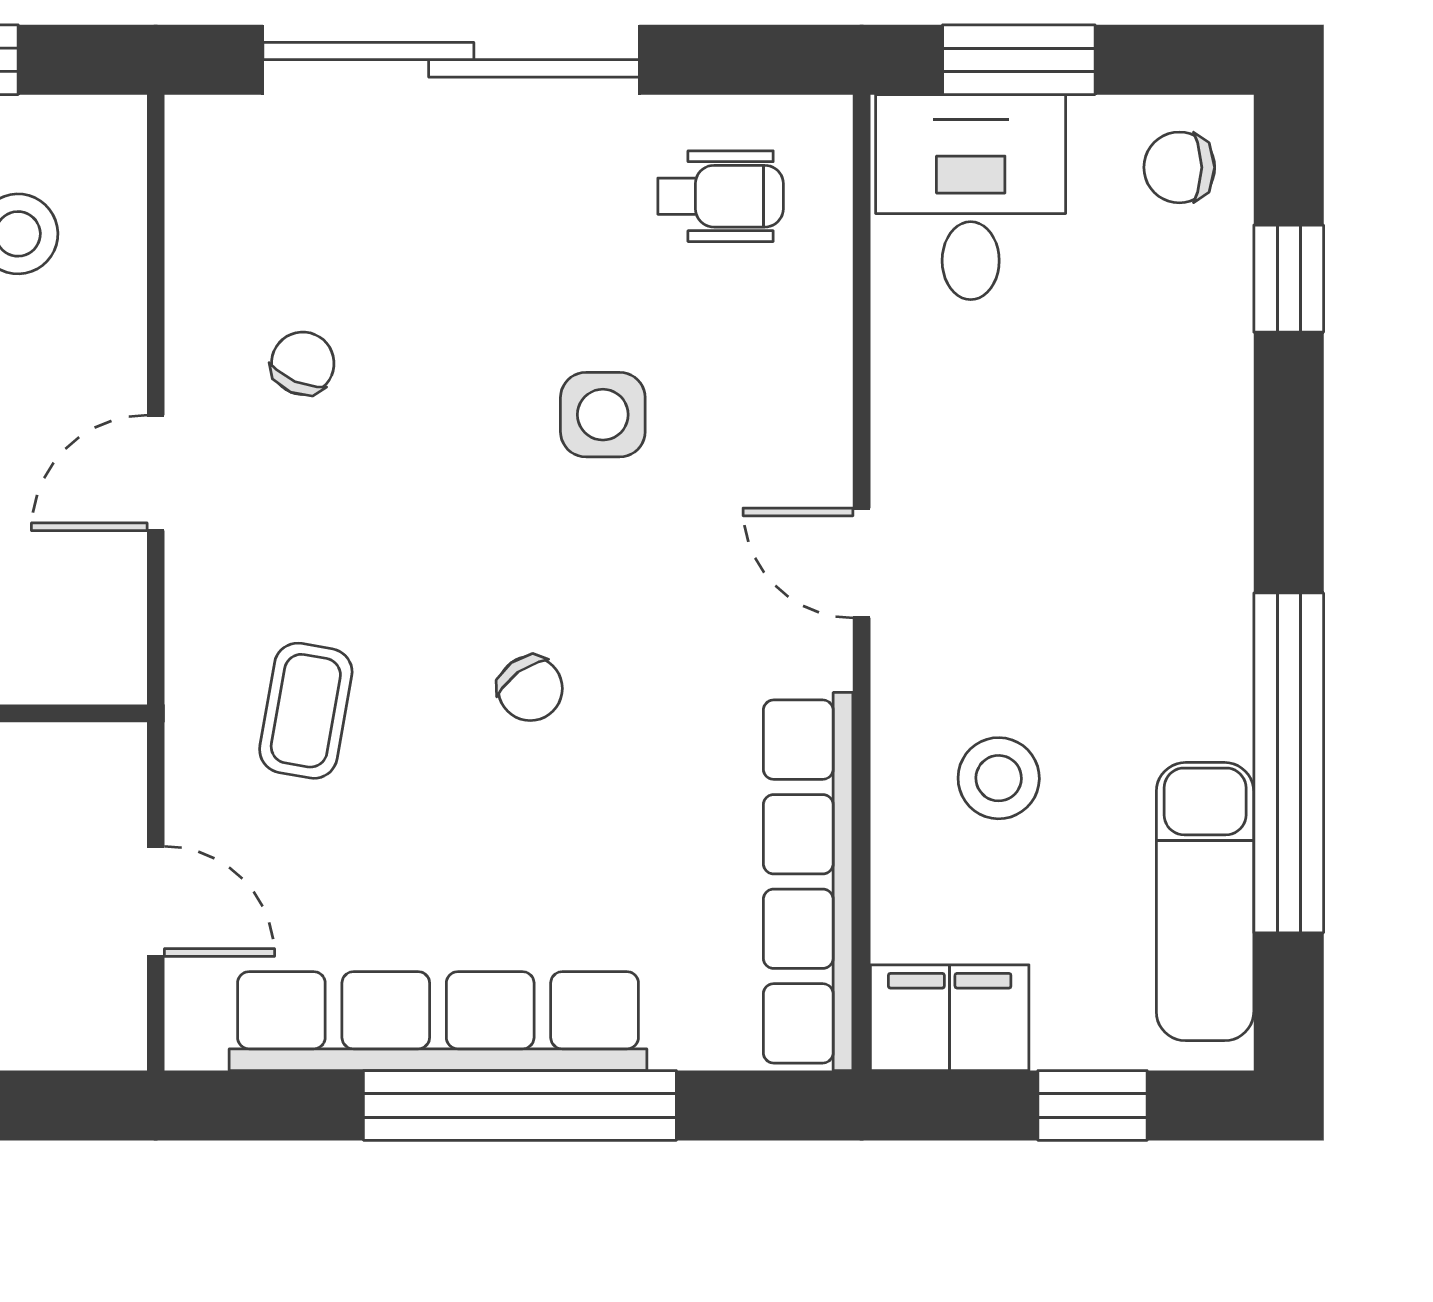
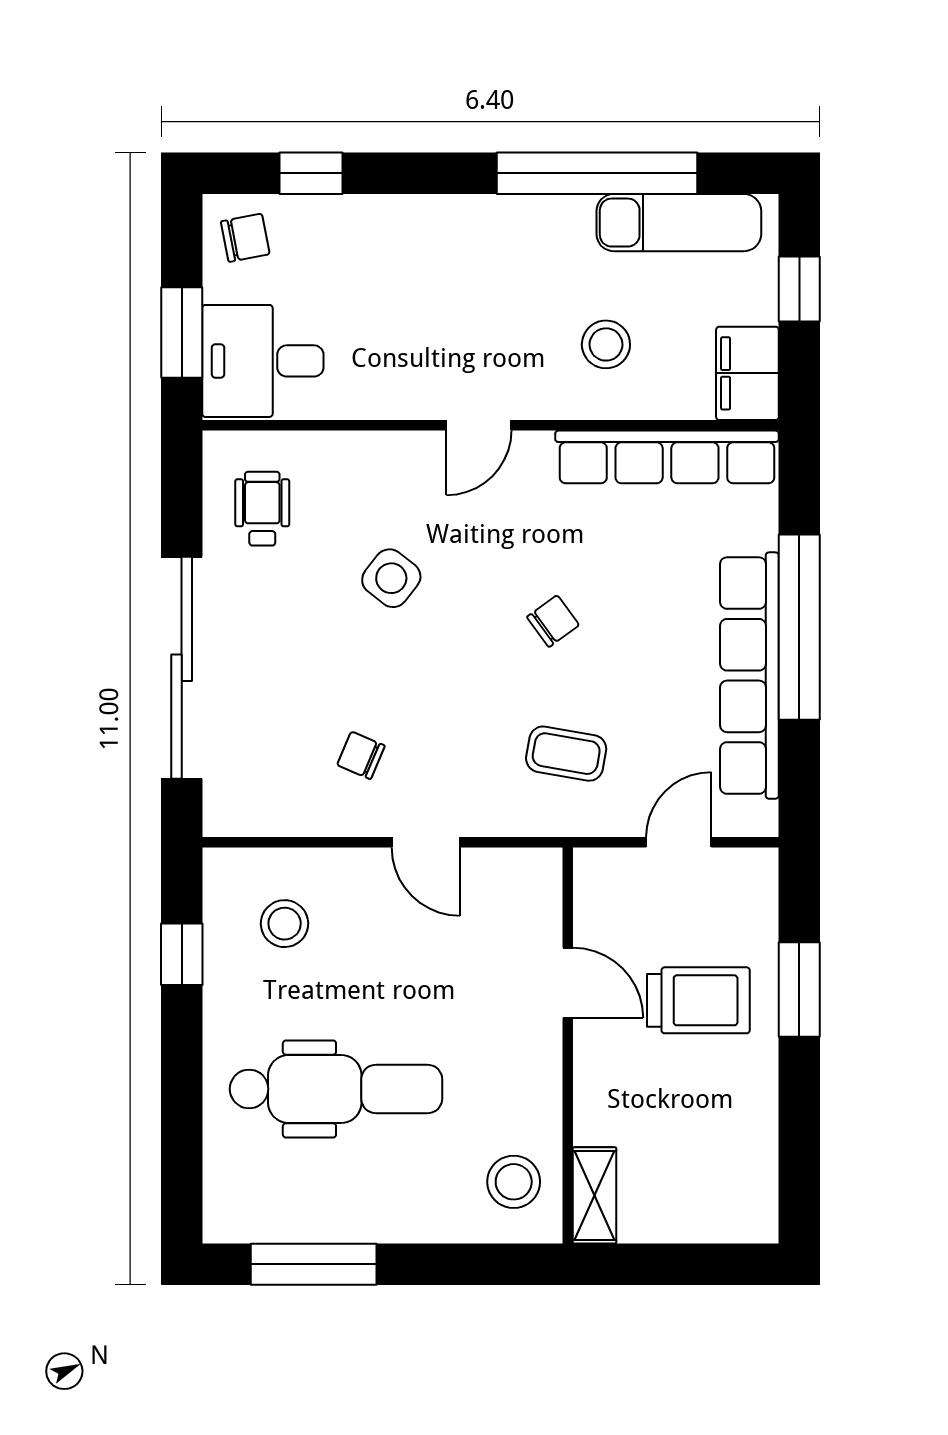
chair: (1179, 167) -> (245, 238), turned -101
side table: (603, 415) -> (391, 578), turned 38

